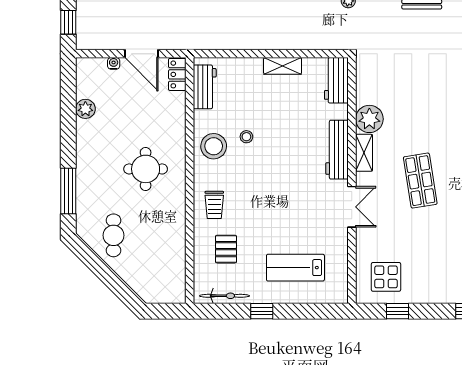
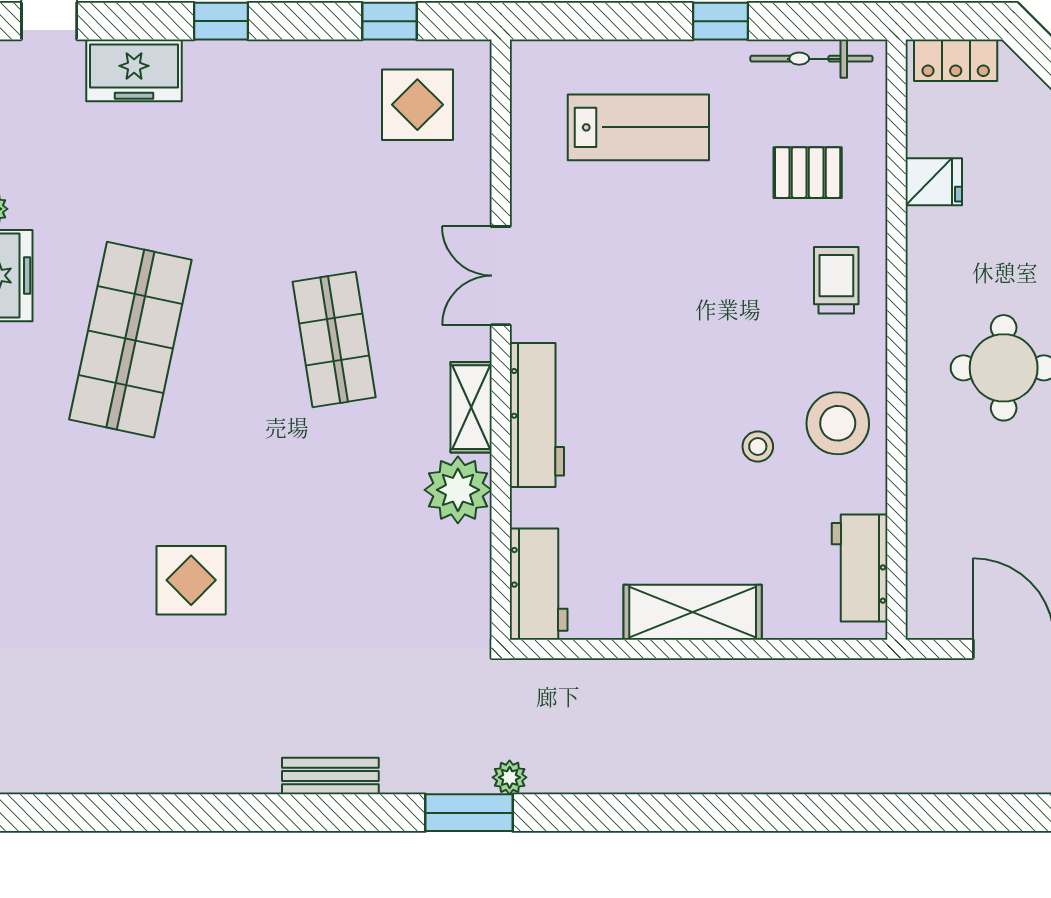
shelving: (283, 66) -> (693, 612), width x1.50, depth x1.33
locker: (177, 74) -> (956, 60), moved, turned 90
fridge: (174, 245) -> (934, 182), added
pallet: (226, 249) -> (808, 173), turned 90

